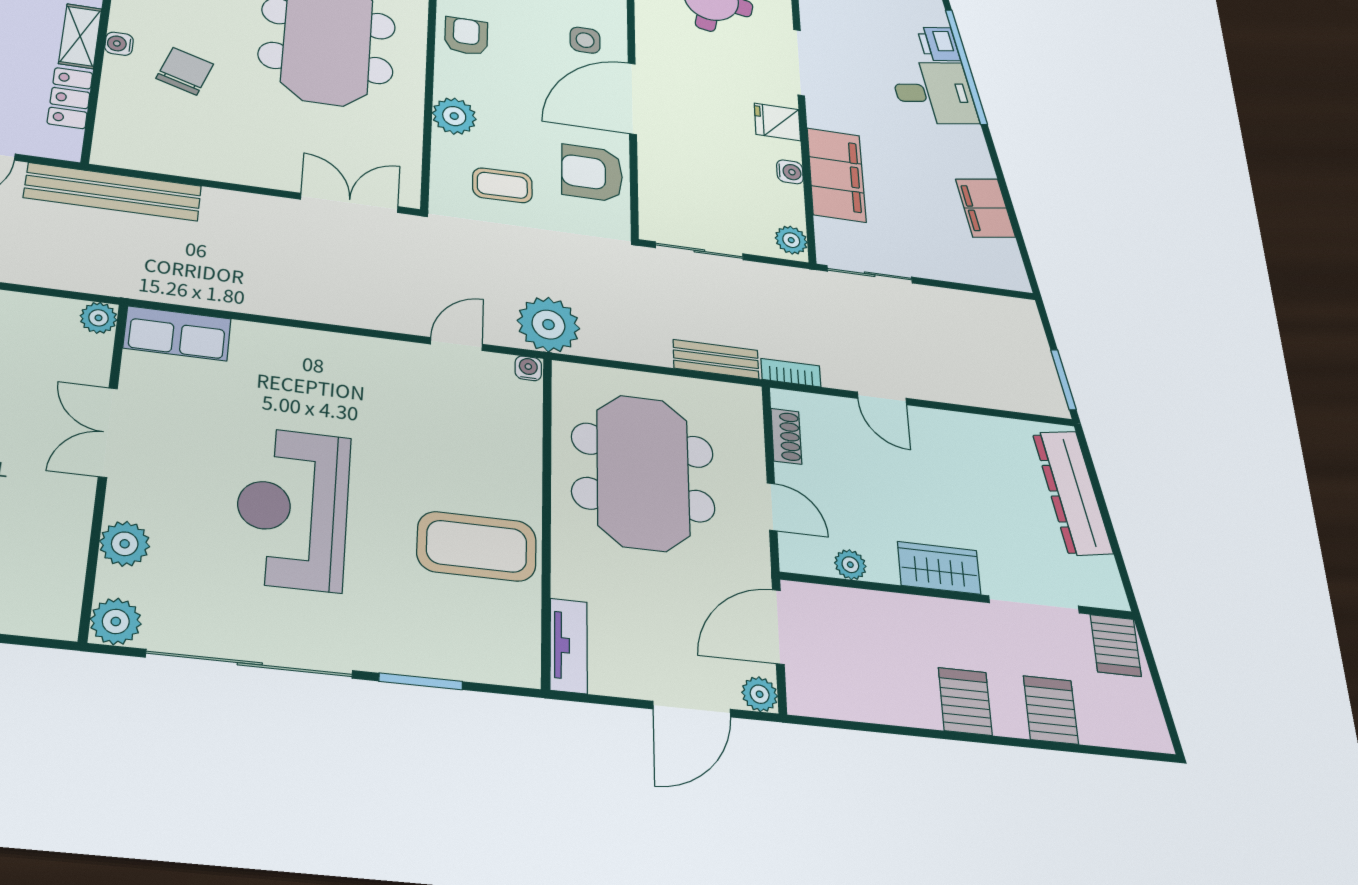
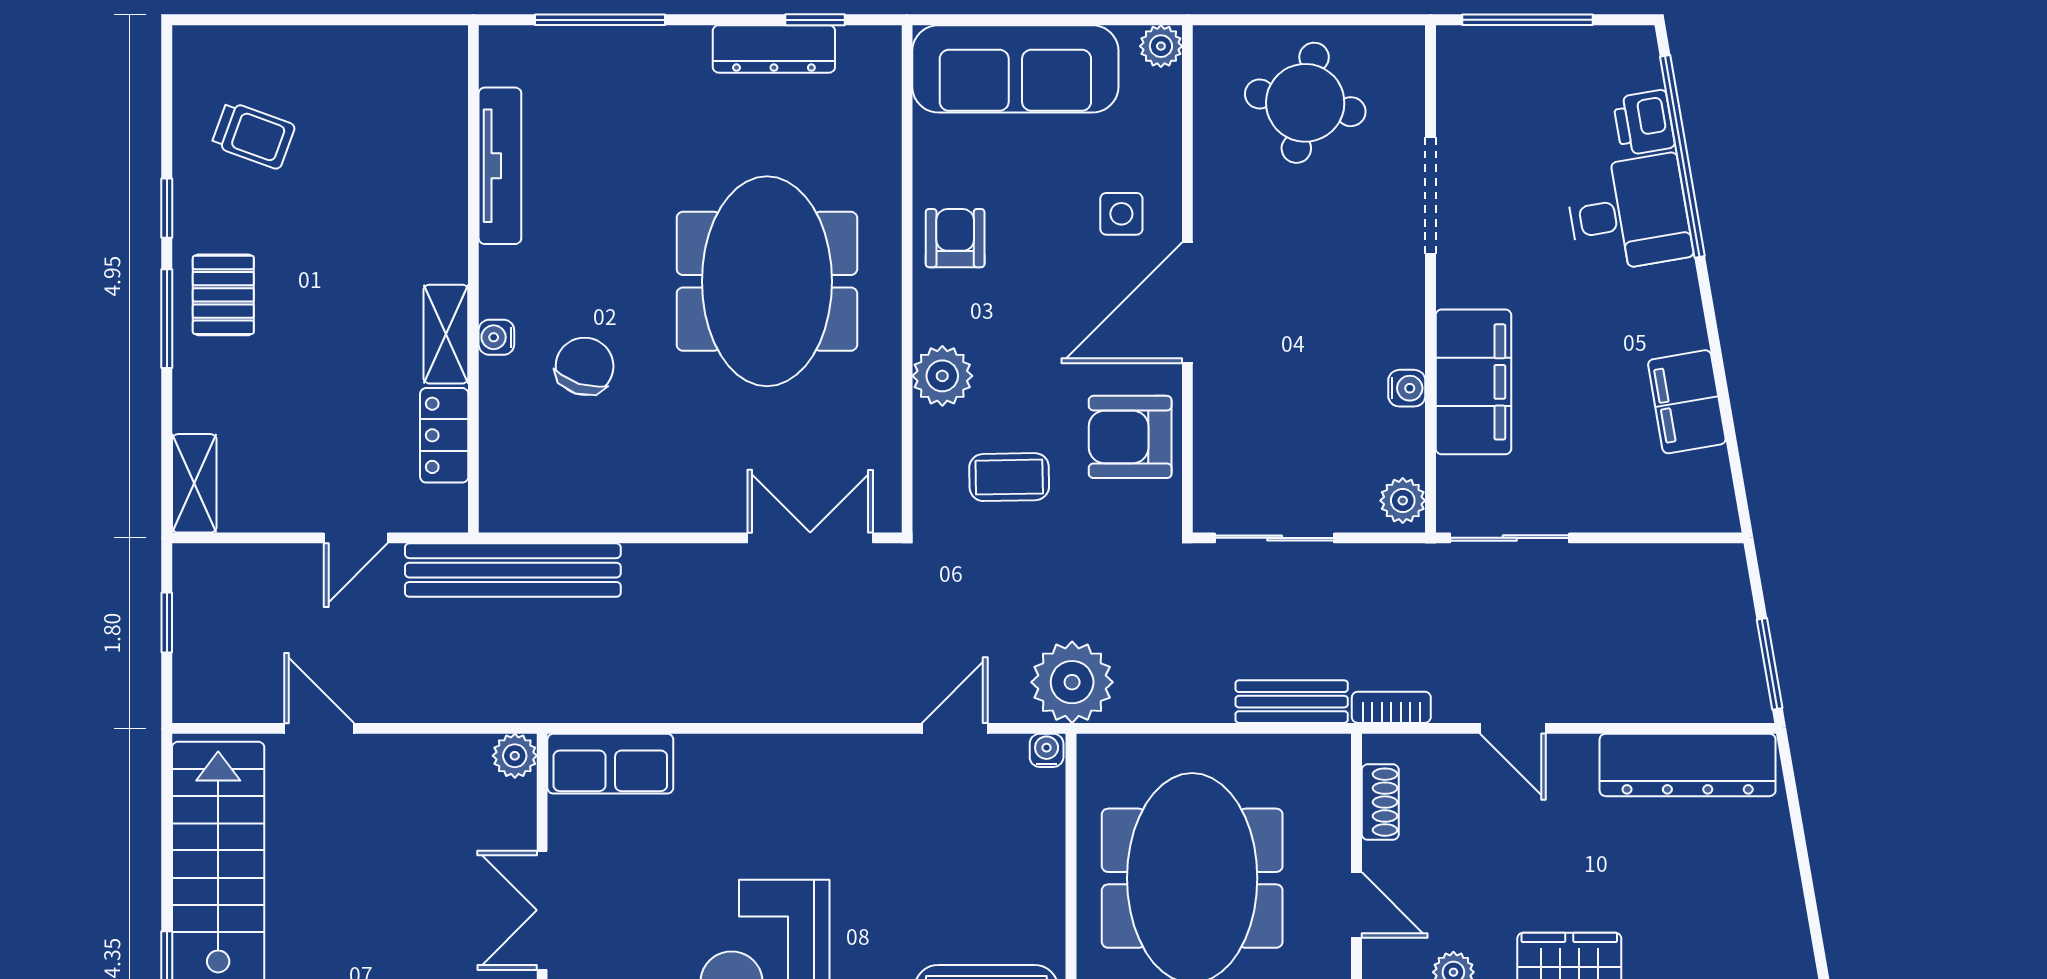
fridge: (777, 122) -> (1393, 306), removed
dresser: (1072, 493) -> (1688, 765), moved, turned -80

